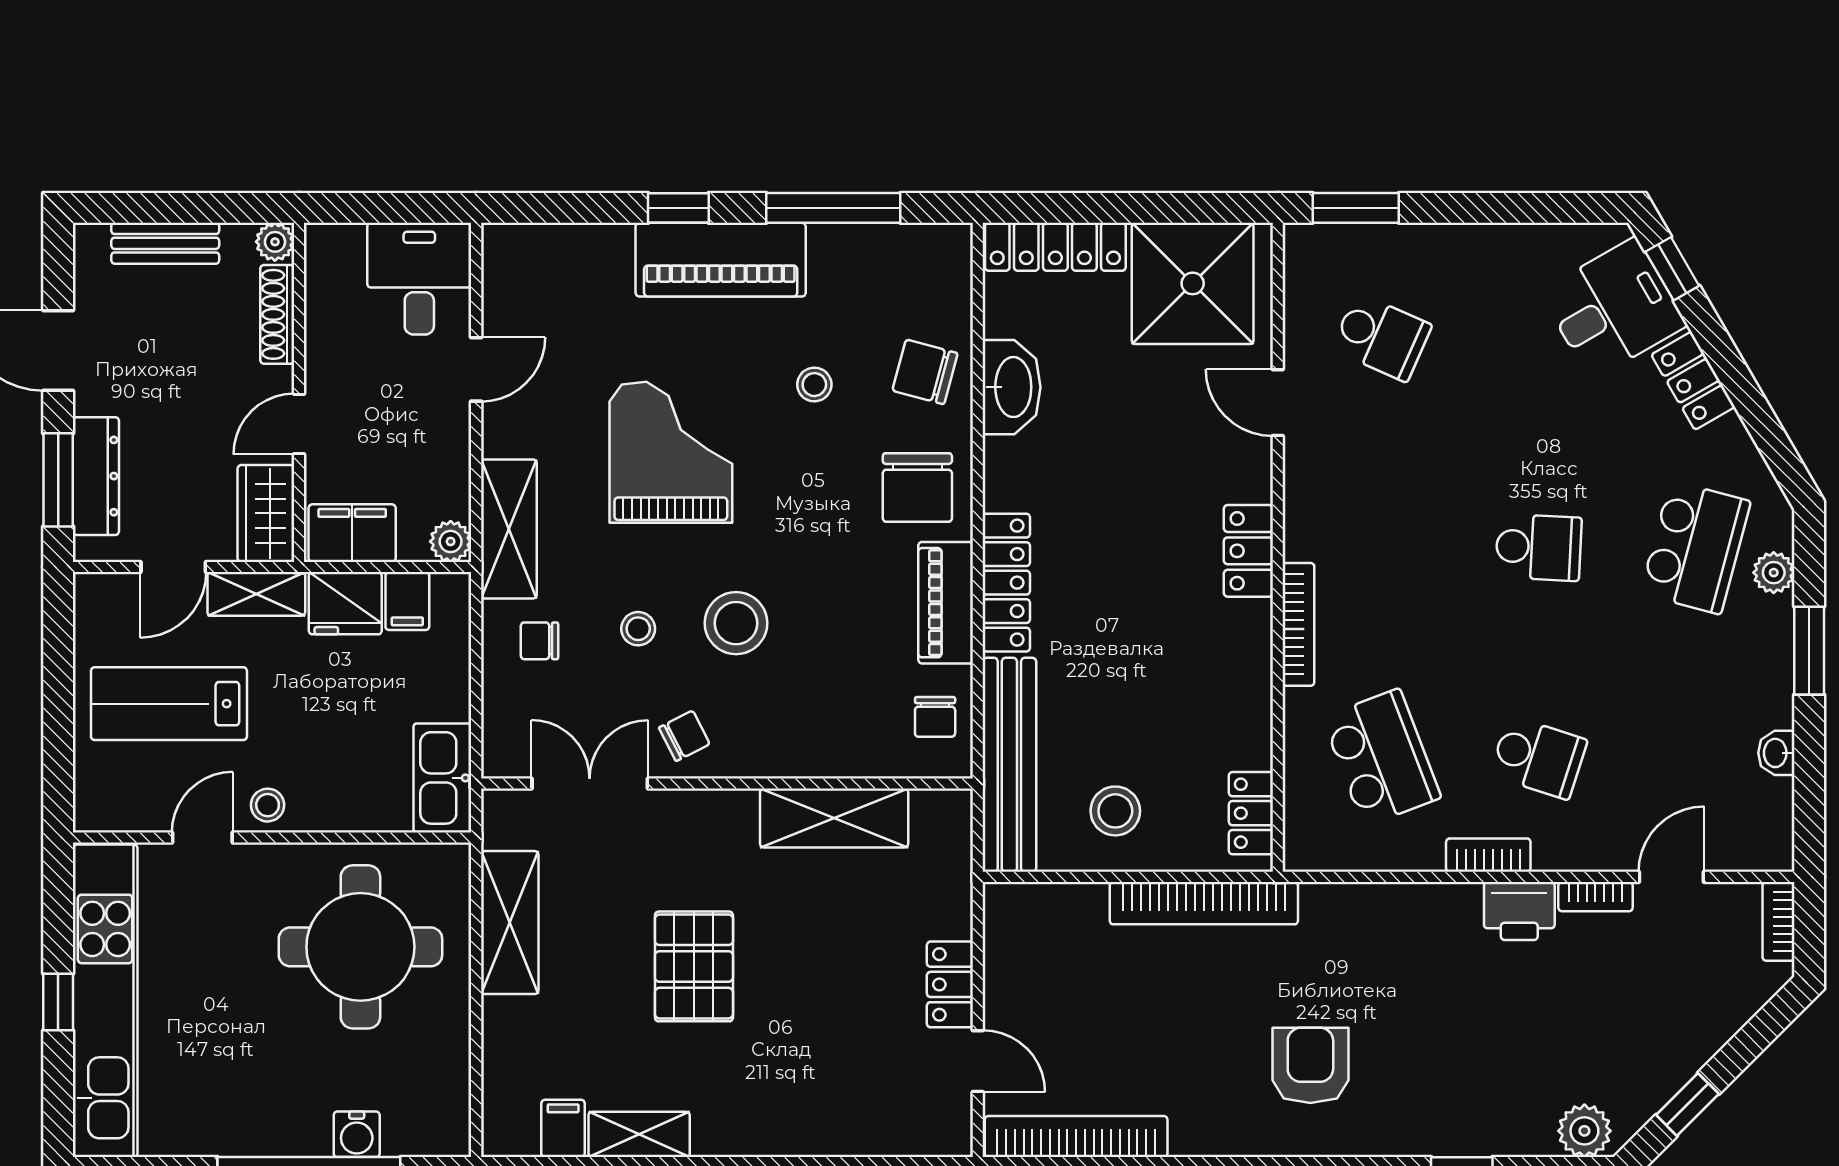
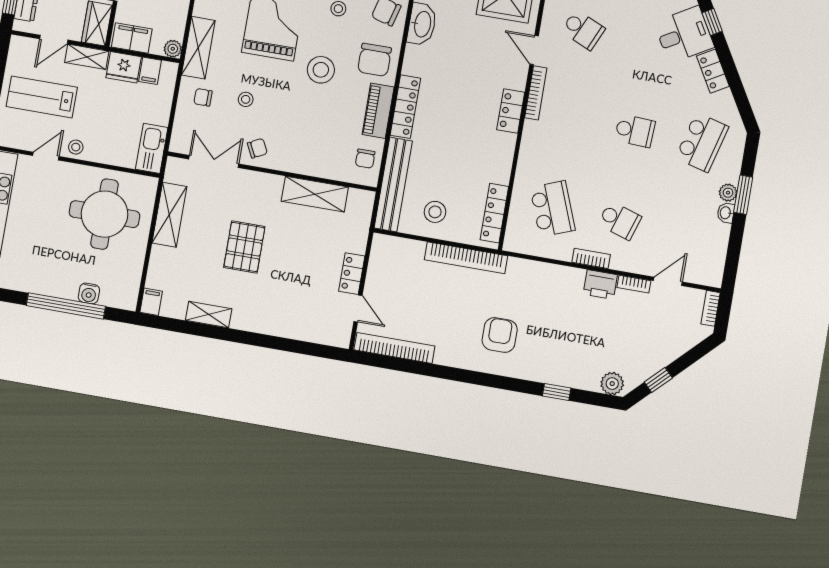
plant: (1774, 573) -> (728, 193), moved
stool: (736, 623) -> (321, 70), moved
bookcase: (1298, 624) -> (536, 93), moved
washbasin: (1776, 753) -> (726, 213), moved
locker: (1251, 813) -> (494, 213), width x1.53
filing cabinet: (563, 1128) -> (151, 302), moved

